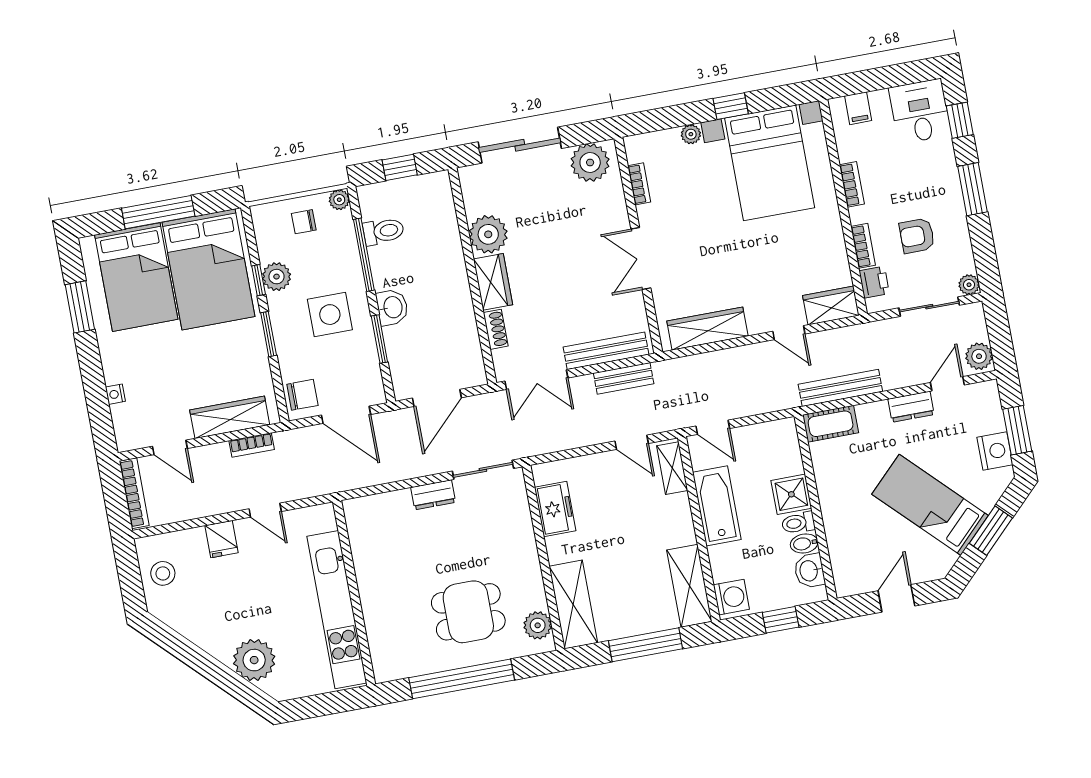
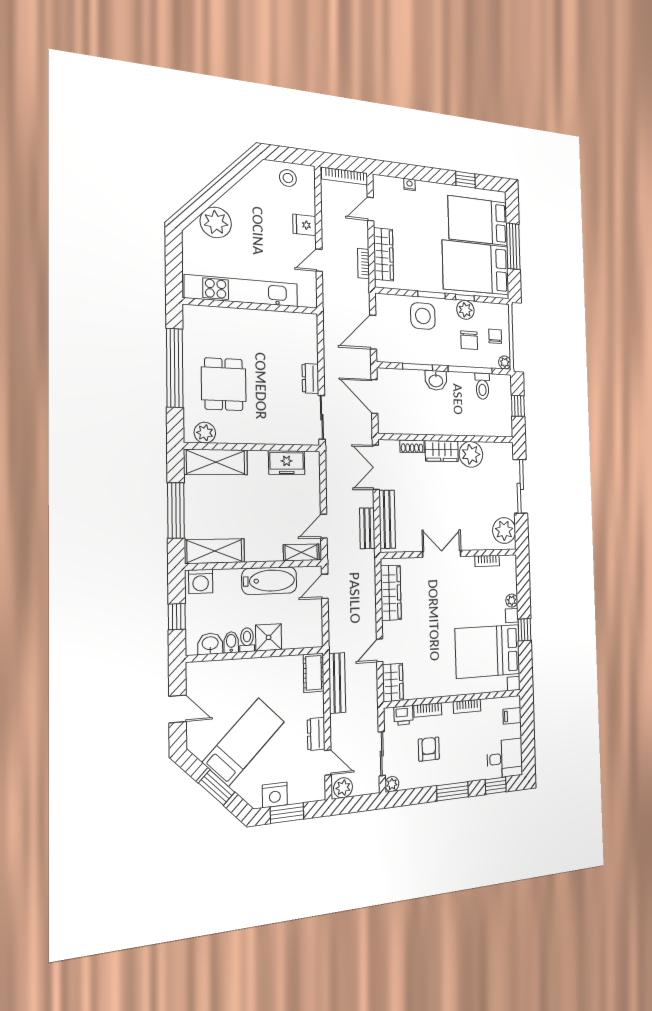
window: (80, 307) -> (465, 180), width x0.67
side table: (330, 315) -> (423, 316), moved
chair: (302, 395) -> (469, 340), moved

